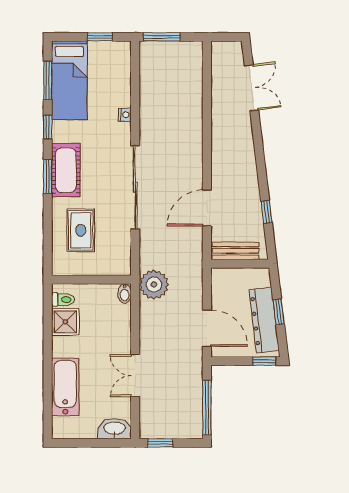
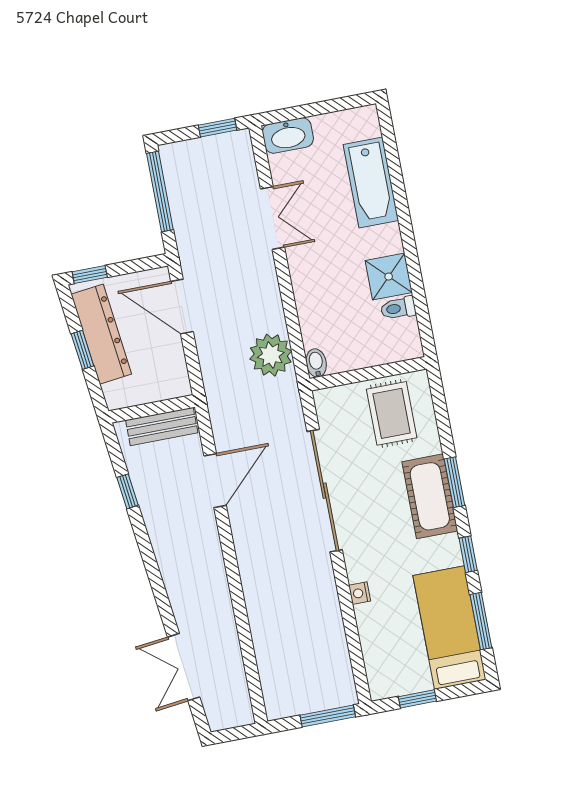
wall: (91, 280) -> (368, 374), moved
bidet: (125, 293) -> (316, 363), moved

